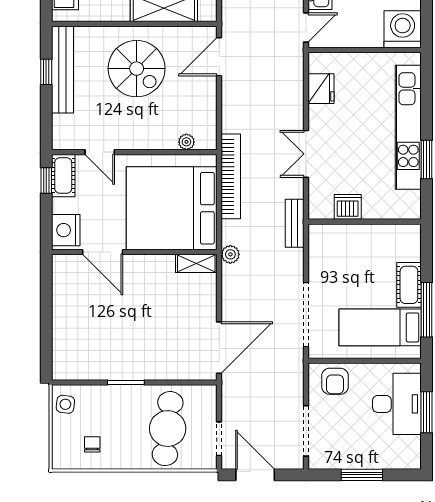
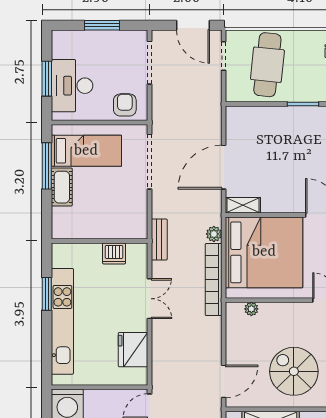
fridge: (321, 89) -> (133, 350), width x1.36, depth x1.34
plant: (230, 254) -> (214, 234), moved
door: (219, 348) -> (224, 167), moved

